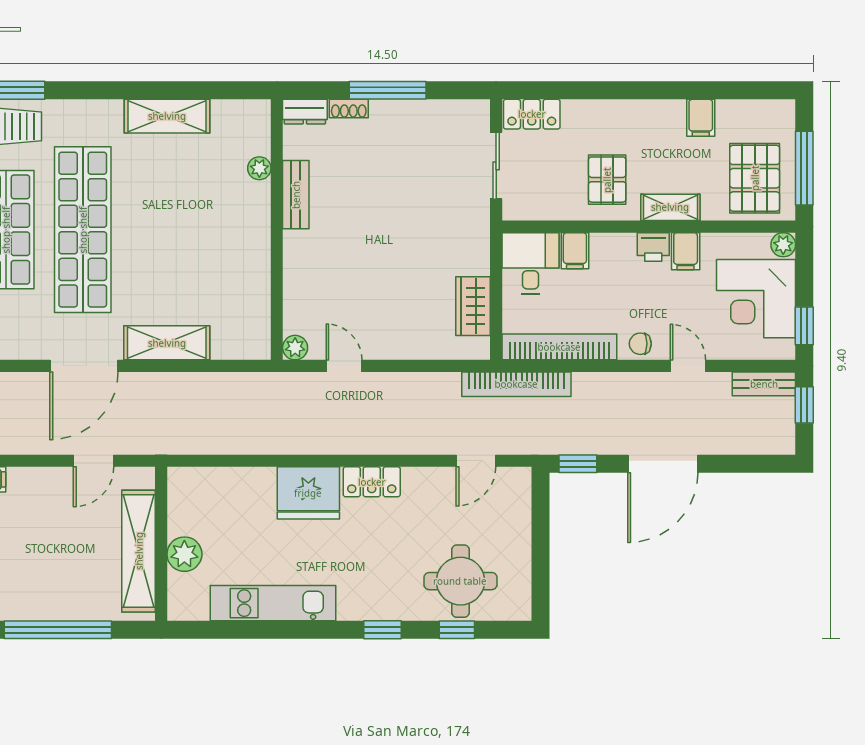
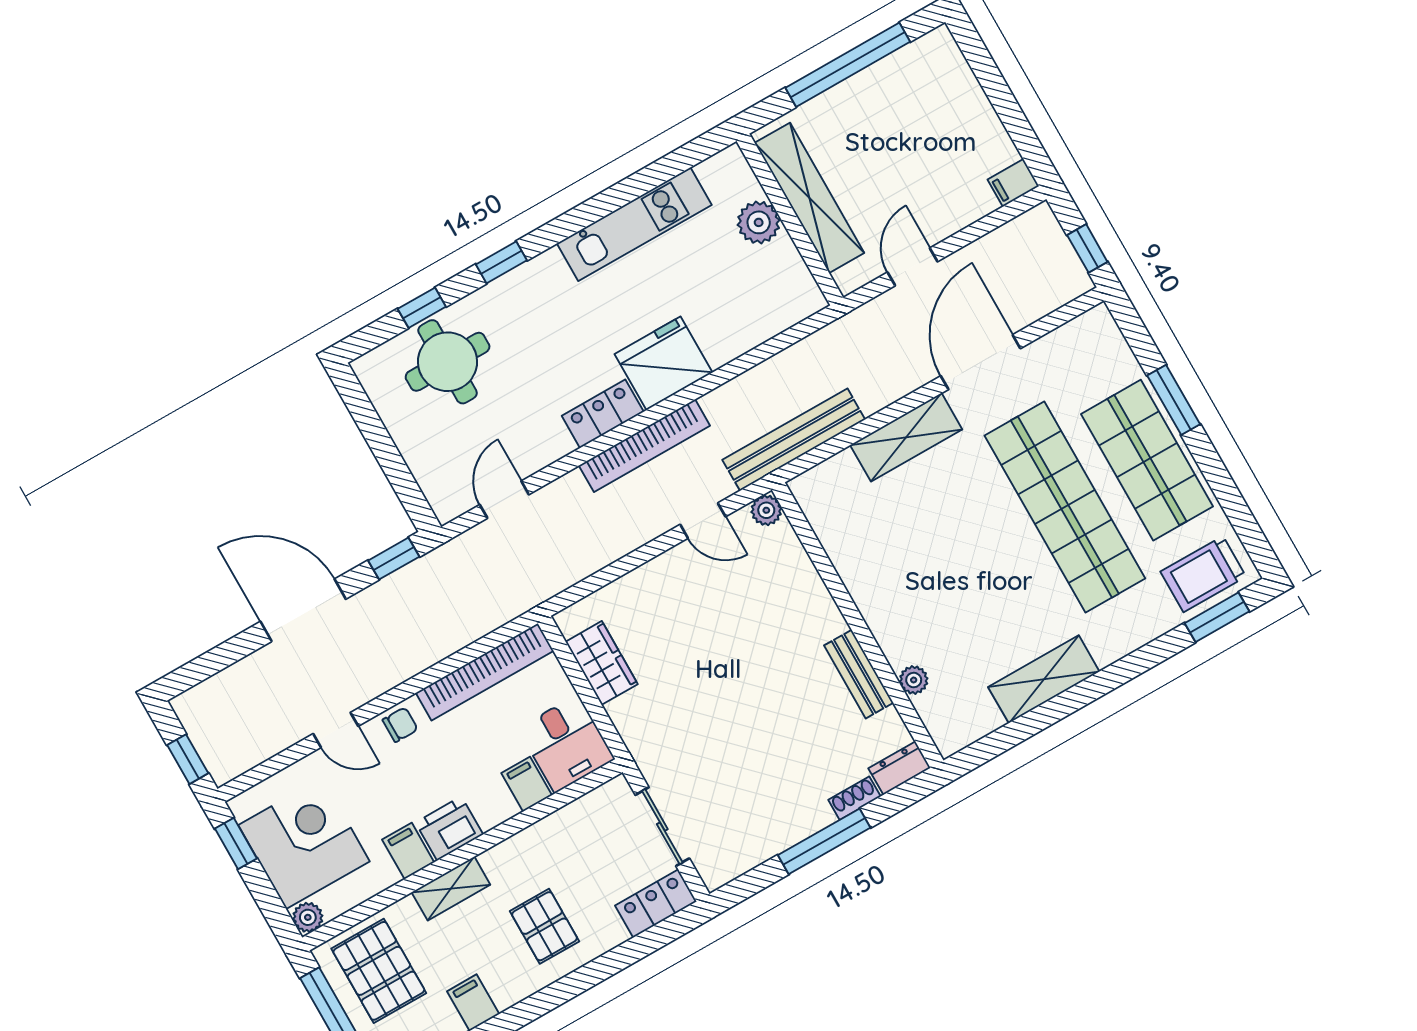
pallet: (607, 180) -> (544, 926), moved
printer: (653, 247) -> (449, 829), width x1.36, depth x1.24
bookcase: (516, 384) -> (644, 446), moved, turned 180
bench: (764, 384) -> (794, 440), moved, width x1.86, depth x1.21
door: (663, 464) -> (303, 610), hinge flipped

